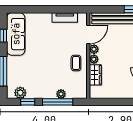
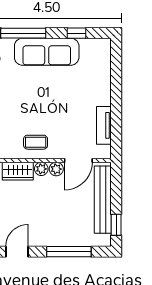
sofa: (16, 34) -> (47, 52), moved
door: (88, 34) -> (78, 161), hinge flipped

